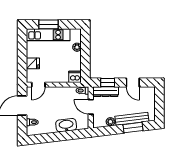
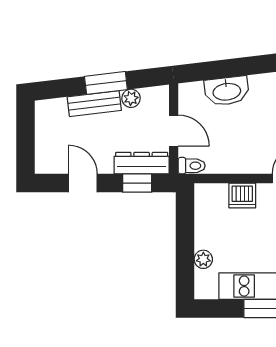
dishwasher: (75, 77) -> (242, 195), moved
bench: (132, 119) -> (94, 104), width x0.73
window: (133, 128) -> (106, 83), moved

